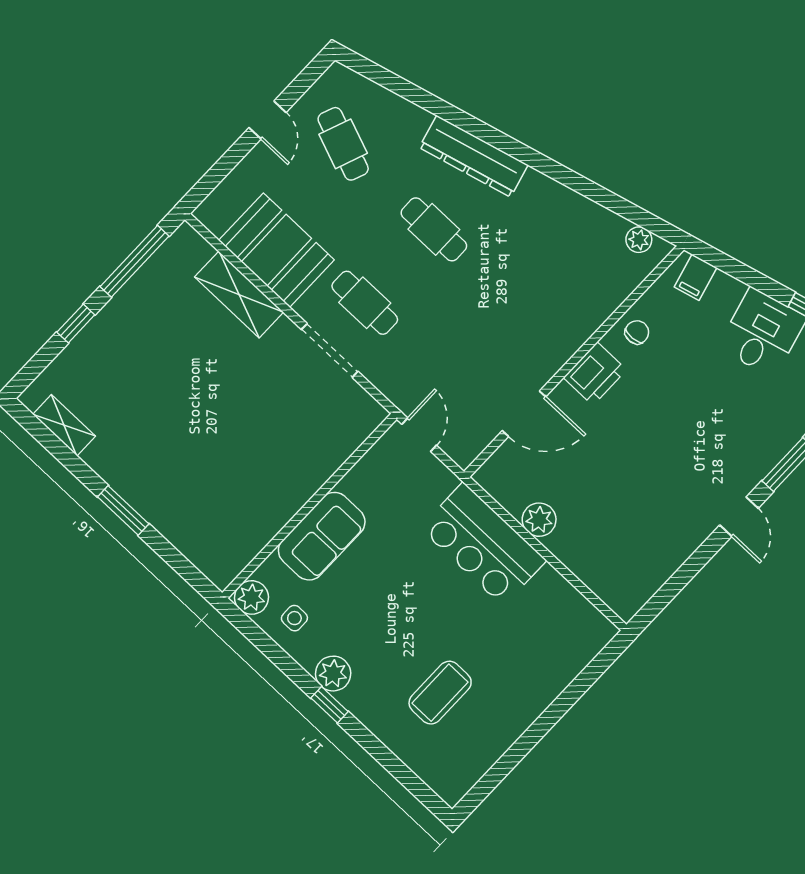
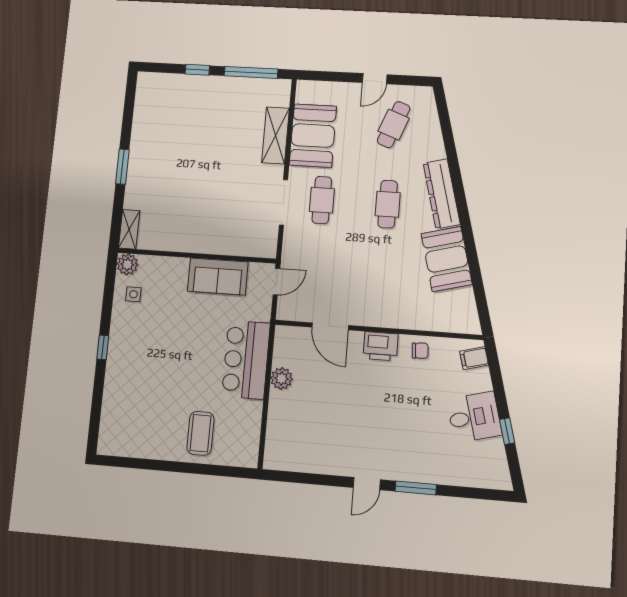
booth: (555, 214) -> (447, 259), added
plant: (639, 240) -> (469, 313), removed
shelving: (64, 425) -> (129, 229), moved
sofa: (322, 536) -> (218, 277), moved
plant: (333, 674) -> (120, 336), removed
coffee table: (440, 693) -> (200, 433), moved, turned 90

